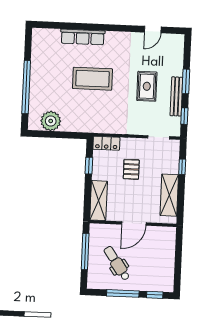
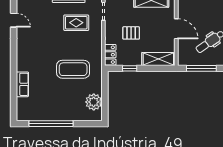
row of seats: (83, 37) -> (22, 84), width x0.68
coffee table: (92, 79) -> (73, 69), moved, turned 90
rug: (147, 86) -> (76, 23), moved
window: (26, 87) -> (51, 124), moved

